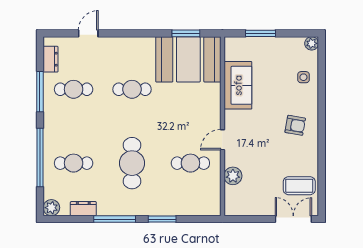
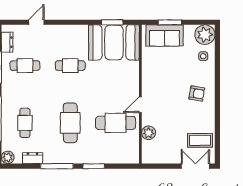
plant: (312, 43) -> (205, 35), width x1.87, depth x1.87
sofa: (238, 85) -> (165, 35), moved, turned 90
cafe table: (74, 163) -> (25, 123), turned 90
cafe table: (190, 163) -> (116, 123), width x1.37, depth x1.35

